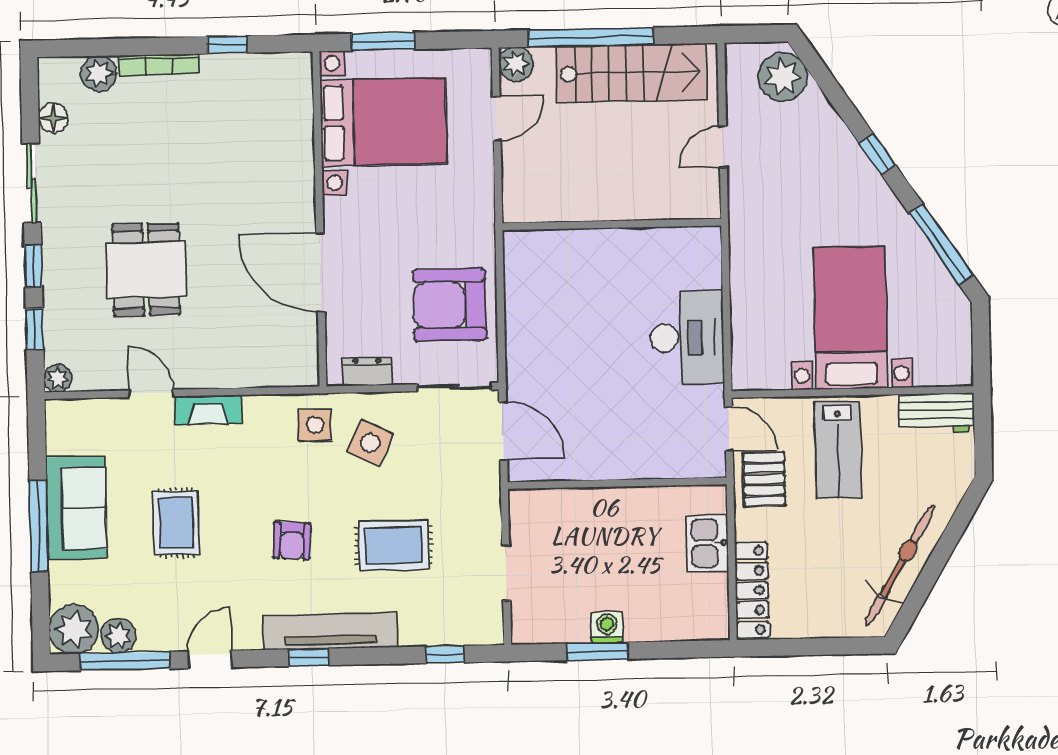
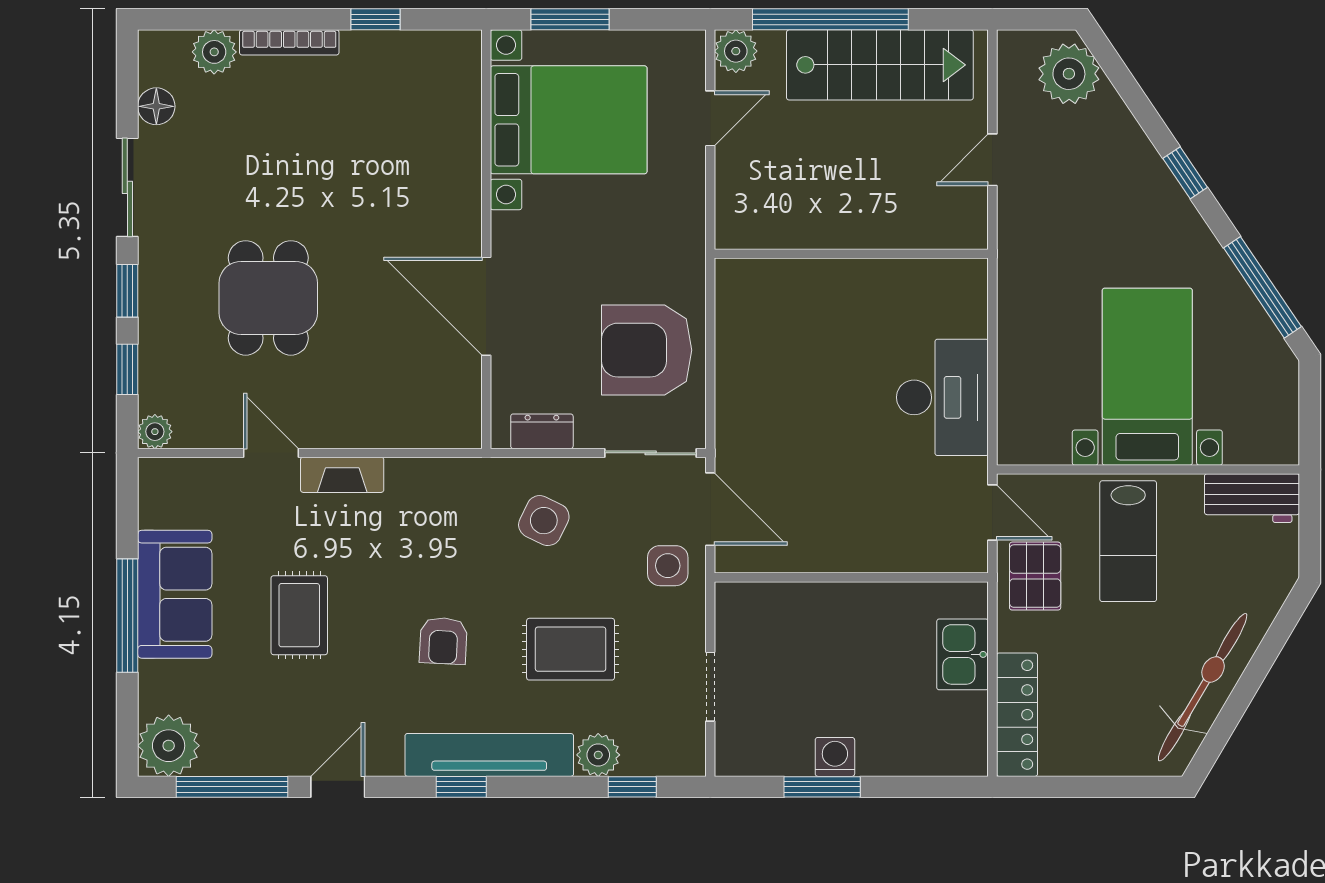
side table: (315, 425) -> (668, 566), moved
plant: (119, 636) -> (598, 755), moved

